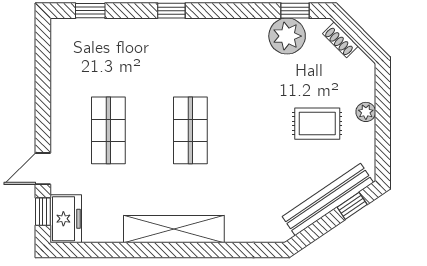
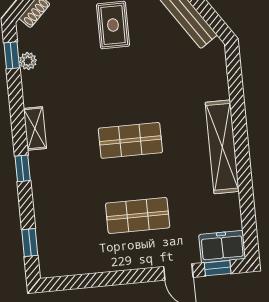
shelving: (213, 28) -> (35, 128), added
plant: (287, 36) -> (28, 61), width x0.53, depth x0.53

